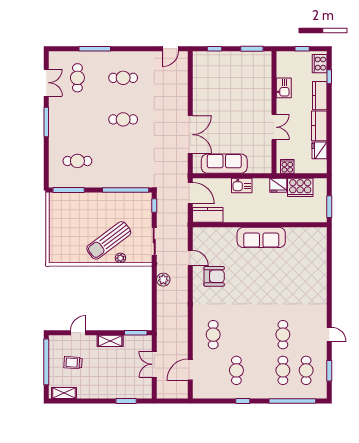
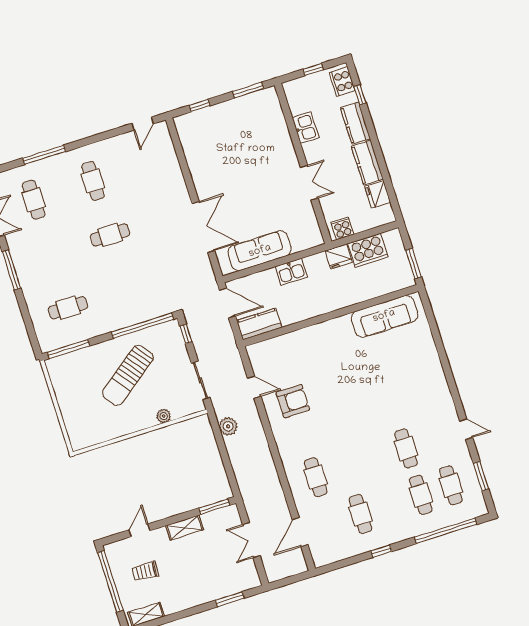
cafe table: (123, 78) -> (93, 181), turned 90
sofa: (261, 237) -> (384, 316), moved
sun lounger: (109, 240) -> (128, 375), moved

